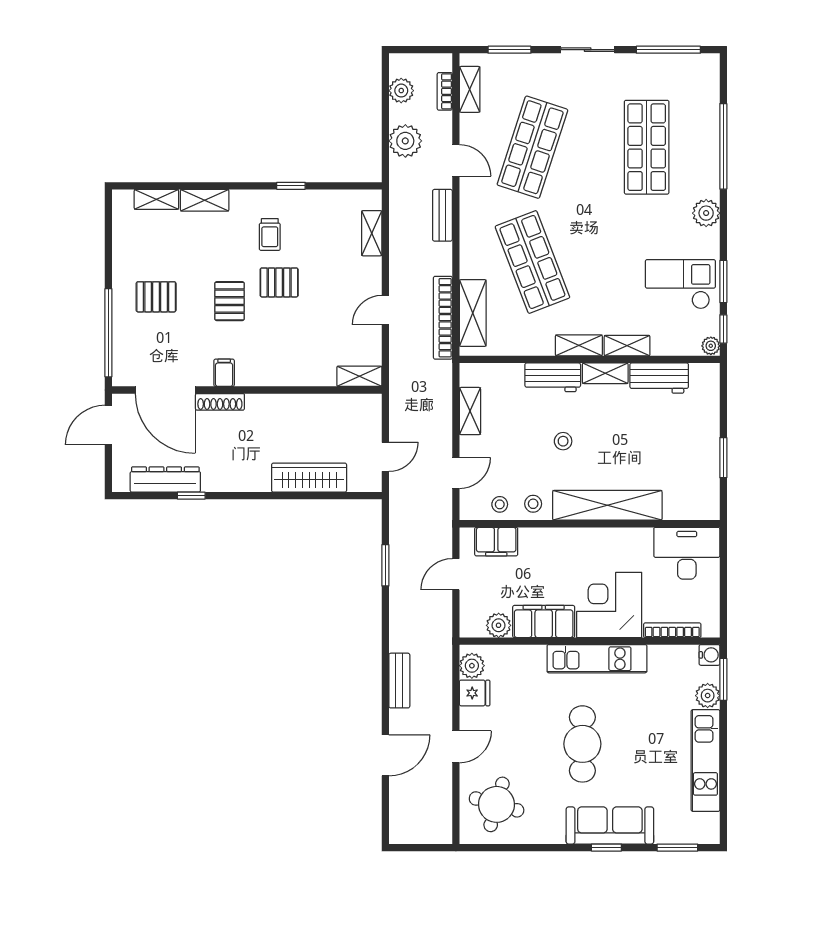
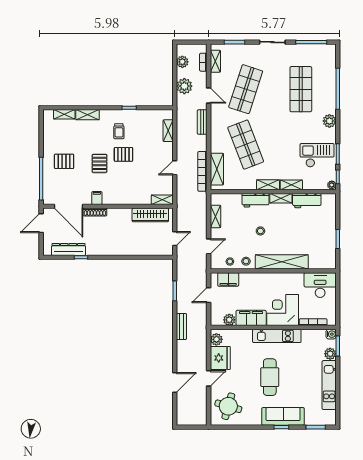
wardrobe: (309, 478) -> (150, 215), moved, turned 180
bench: (399, 681) -> (181, 327), moved
fridge: (475, 693) -> (220, 358), width x1.88, depth x1.34

